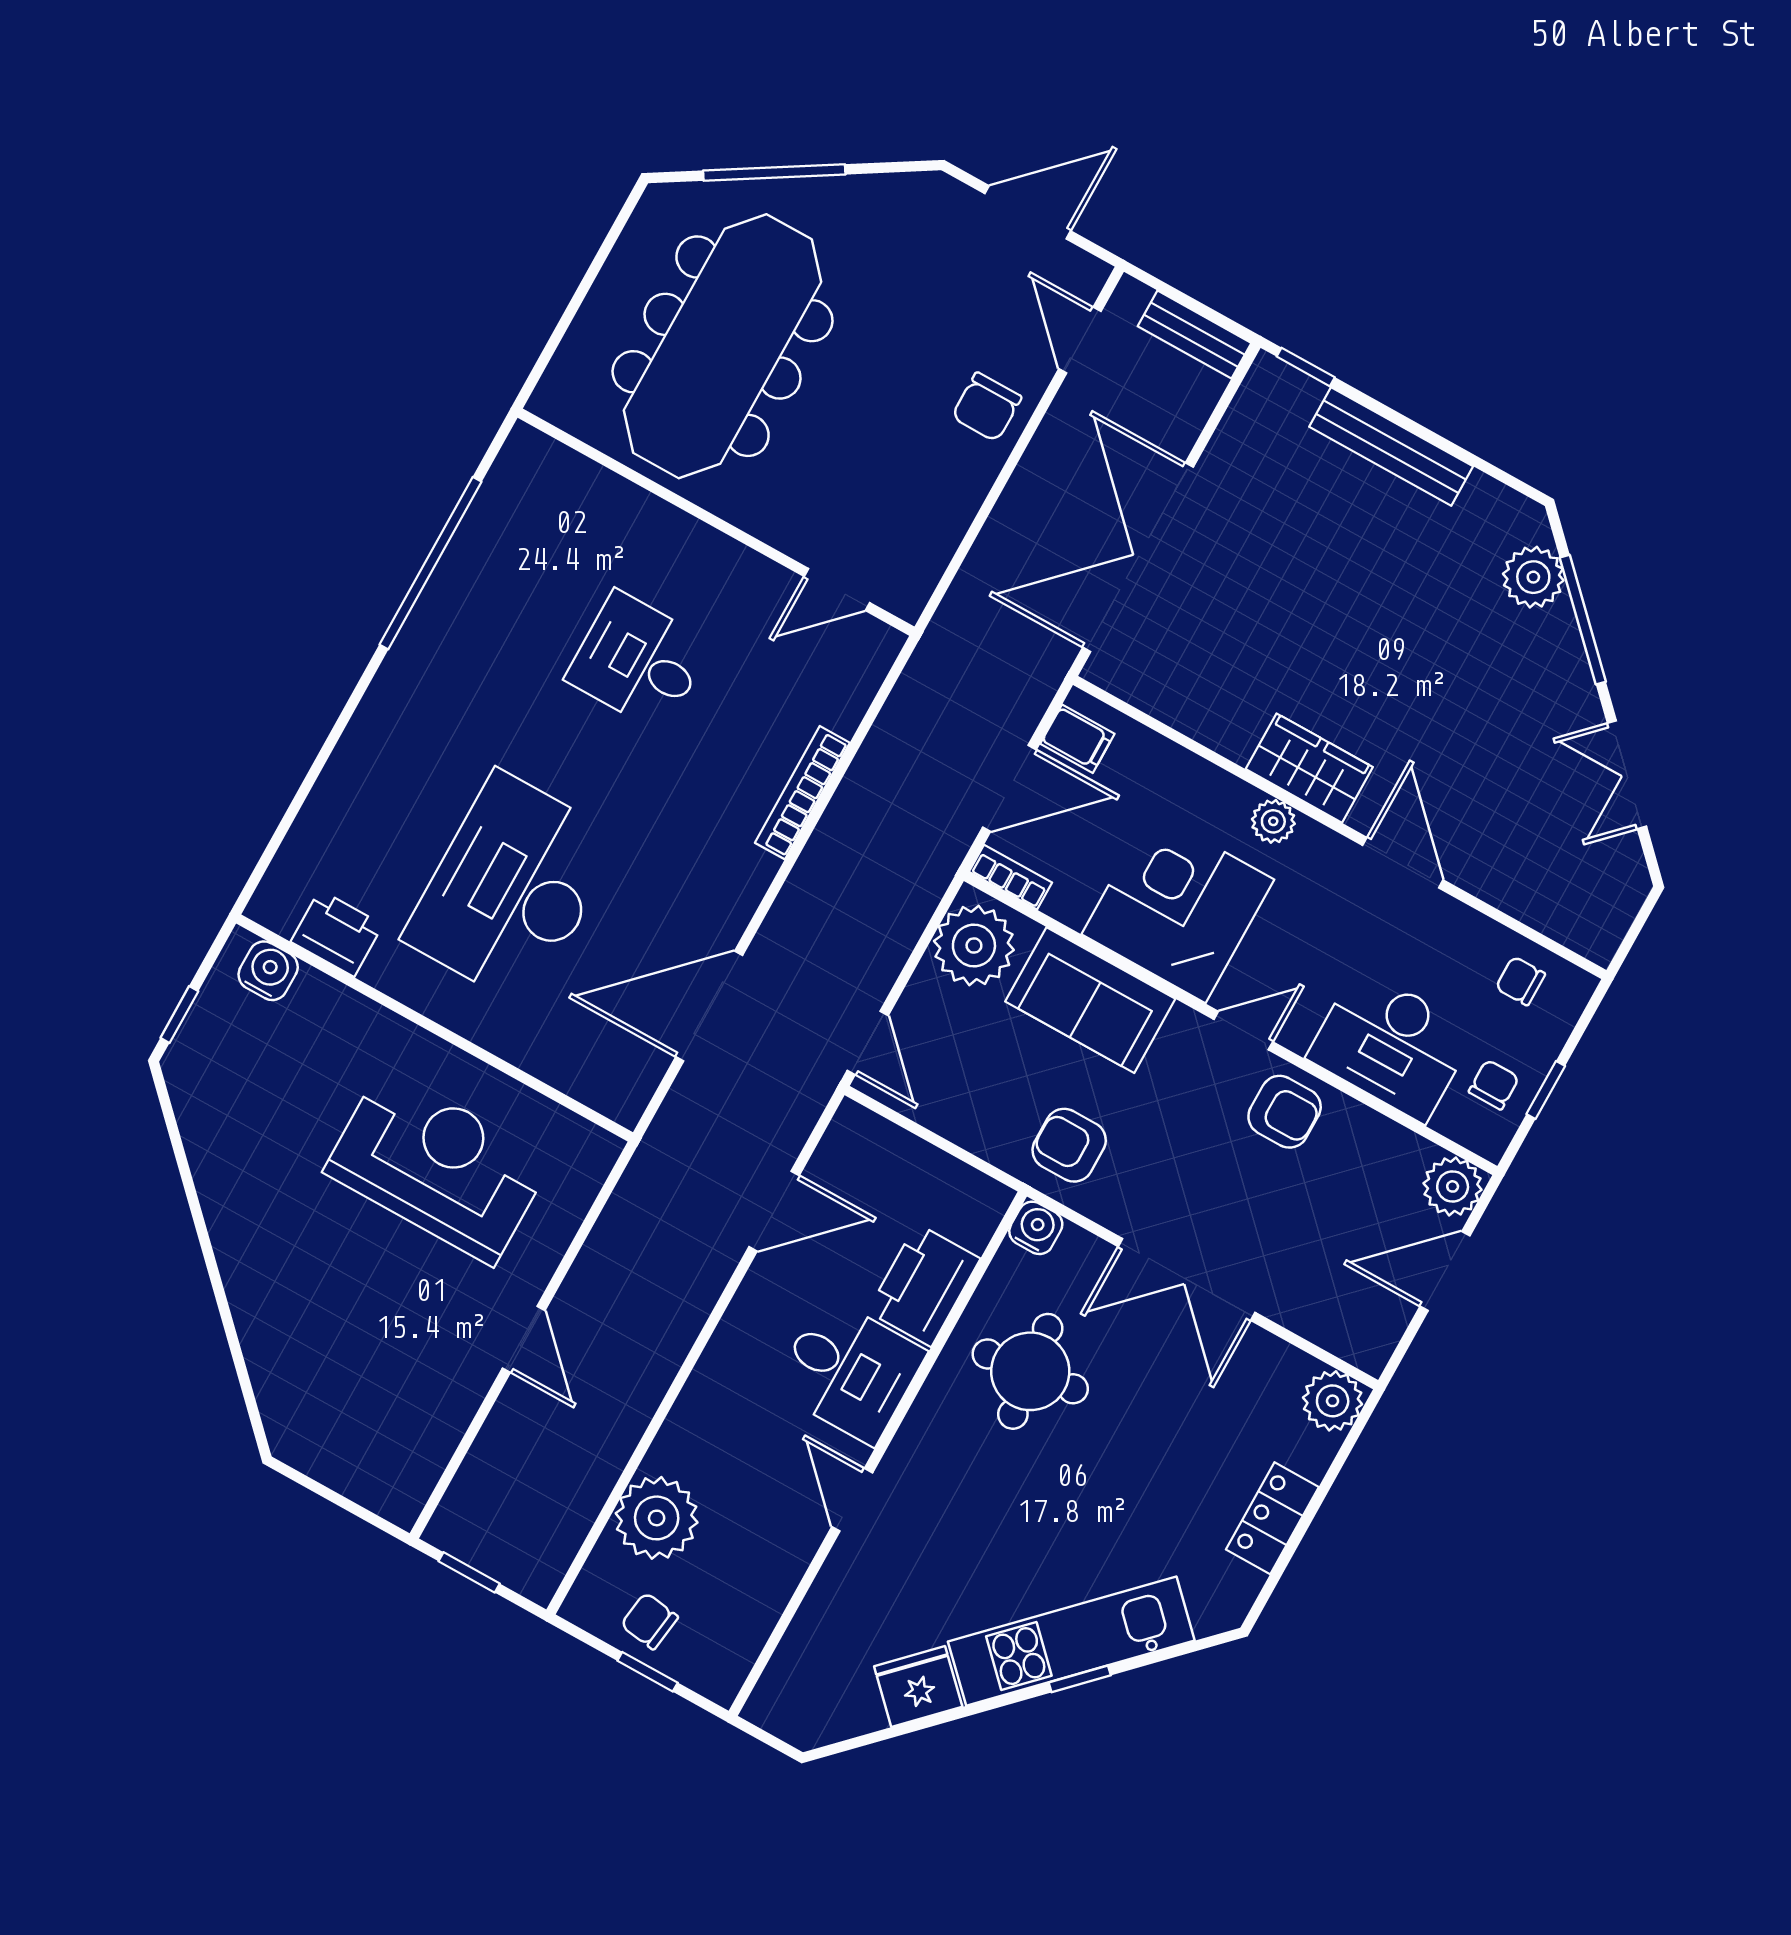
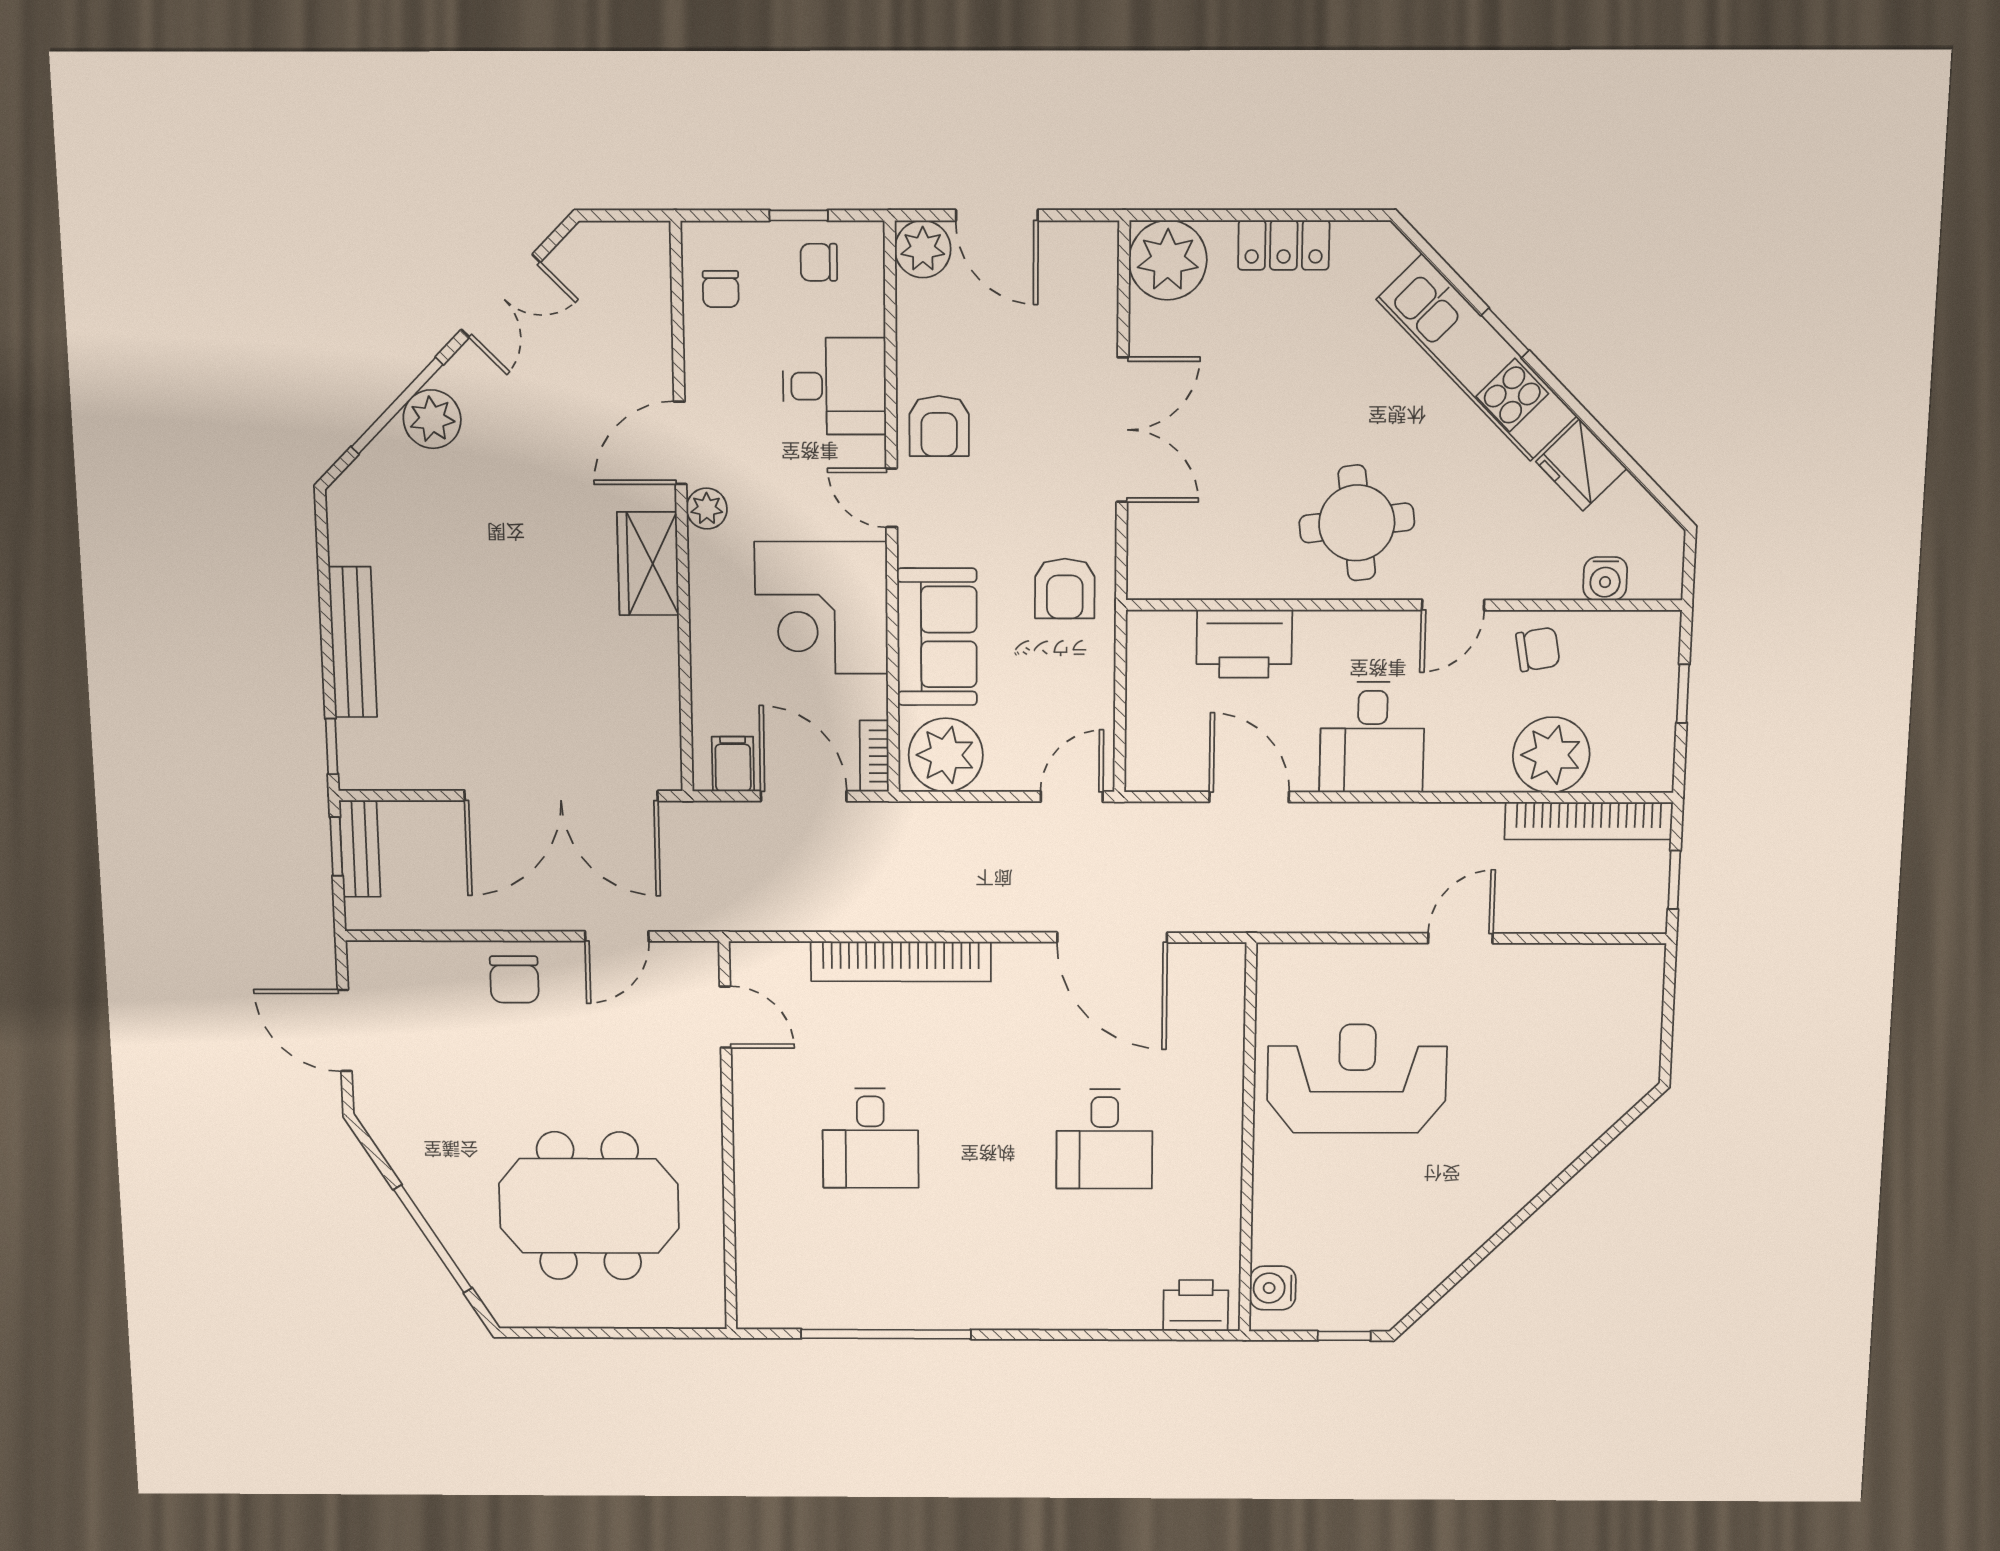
window: (1209, 313) -> (336, 846), added
door: (1080, 340) -> (617, 936), moved
meeting table: (723, 346) -> (589, 1206), width x0.73
chair: (987, 407) -> (514, 979), turned 90
plant: (1533, 577) -> (432, 419), moved
bookcase: (802, 793) -> (901, 962), width x1.48, depth x1.31
plant: (1273, 821) -> (707, 509), moved
desk: (512, 889) -> (1105, 1139), width x0.53, depth x0.77
printer: (337, 933) -> (1196, 1305), moved, turned 90
desk: (1391, 1045) -> (834, 386), width x0.73
armchair: (1285, 1112) -> (939, 426), turned 180
reception desk: (438, 1166) -> (1357, 1079), turned 90
water cooler: (1036, 1228) -> (1605, 579), moved, turned -90
desk: (849, 1371) -> (1372, 737), moved, turned 180
round table: (1030, 1371) -> (1357, 523), moved
plant: (1333, 1401) -> (1168, 260), width x1.36, depth x1.36
bookcase: (572, 1520) -> (1589, 821), added
chair: (649, 1621) -> (1538, 649), moved, turned -108

